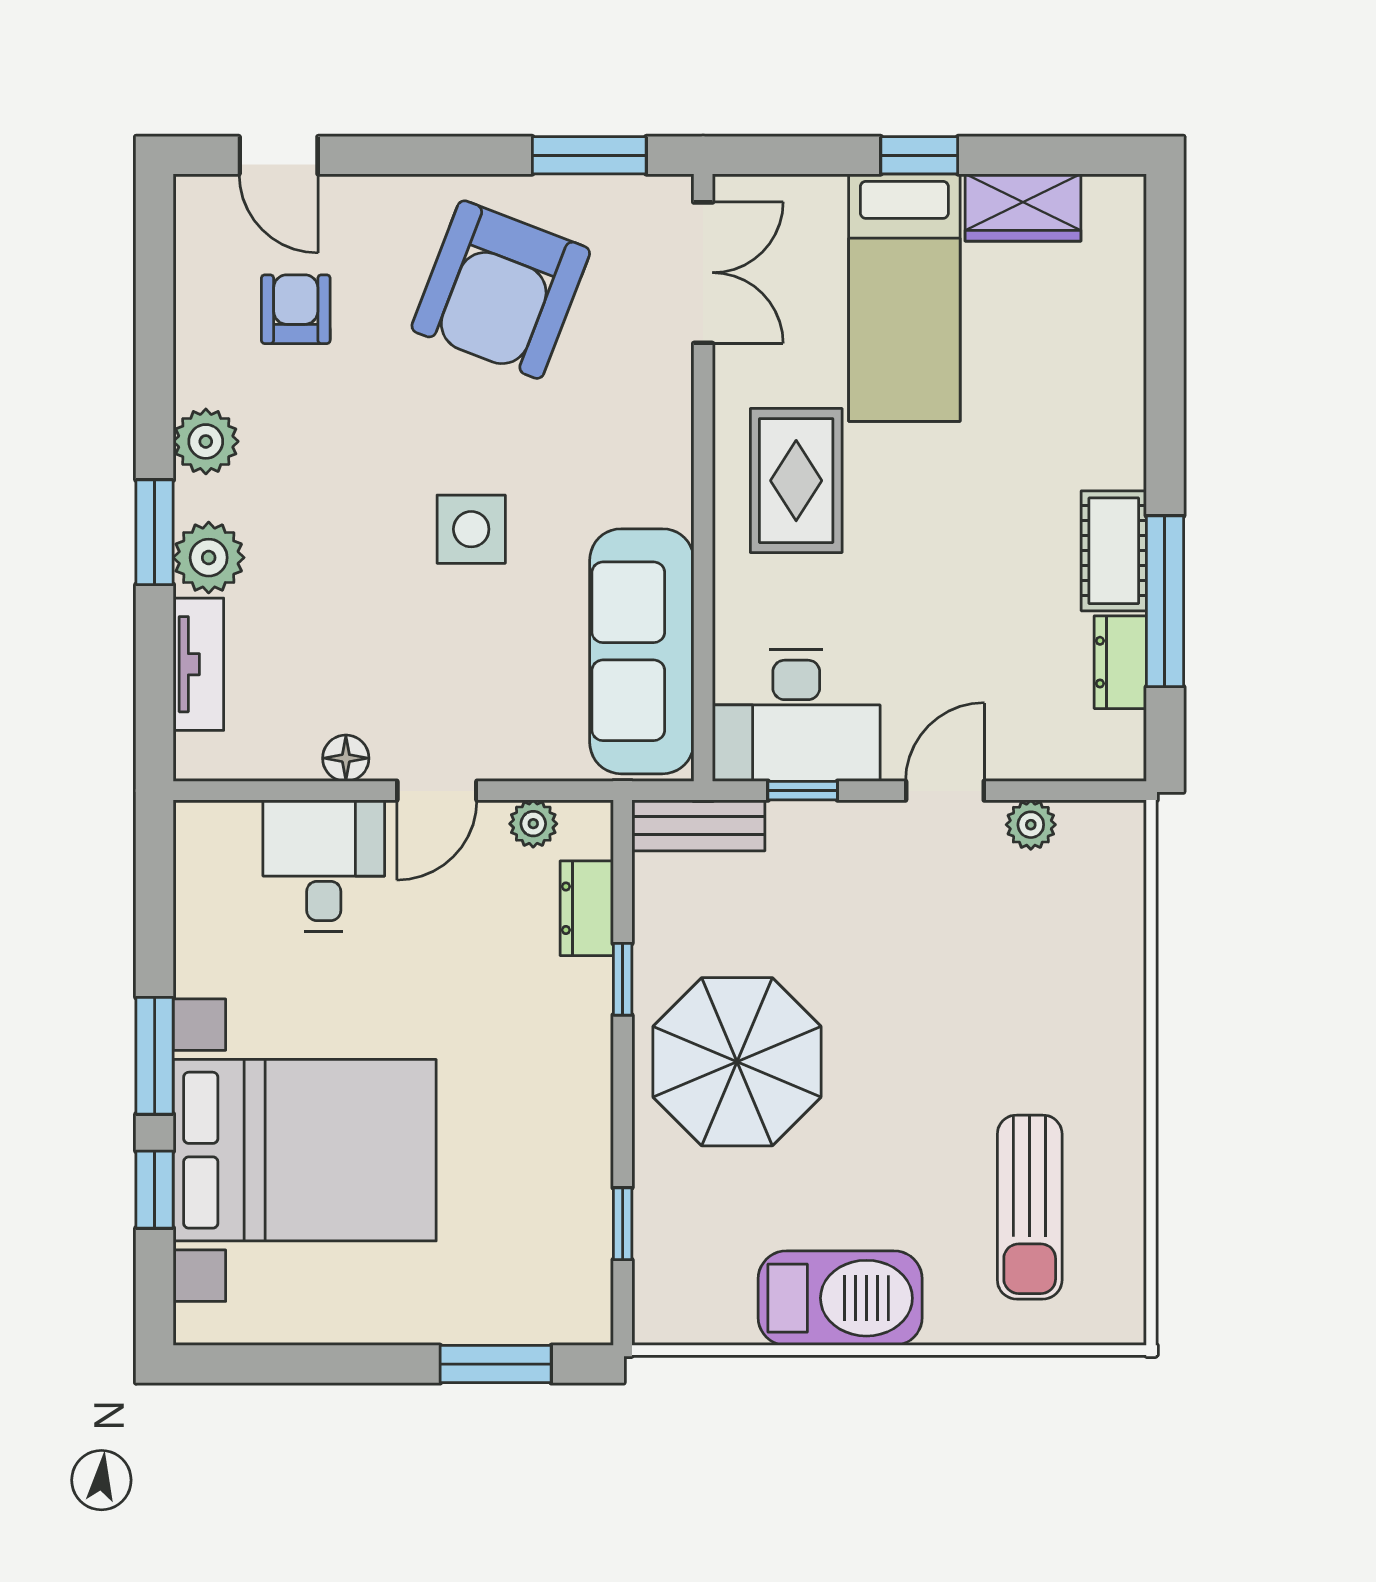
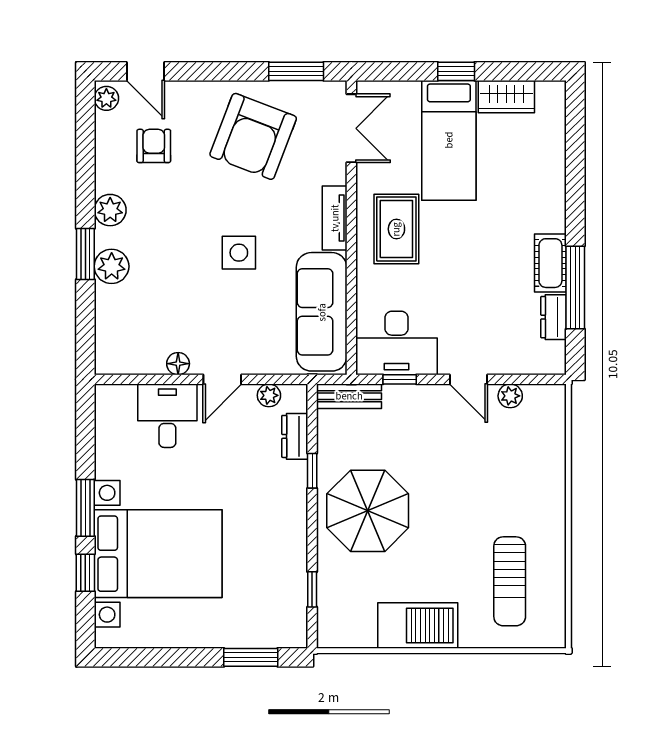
plant: (198, 211) -> (106, 98), added
tv unit: (198, 664) -> (335, 218), moved, turned 180
door: (945, 791) -> (469, 379), swing flipped

